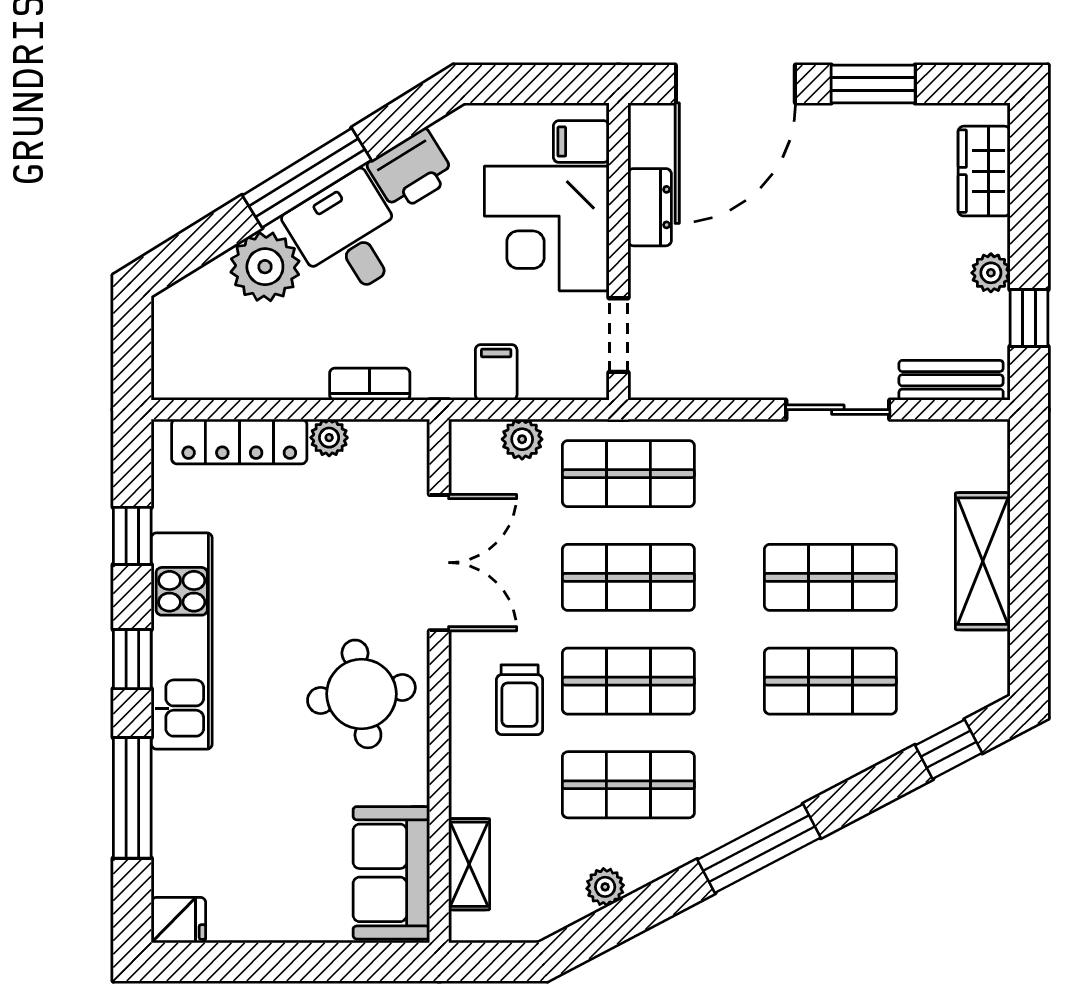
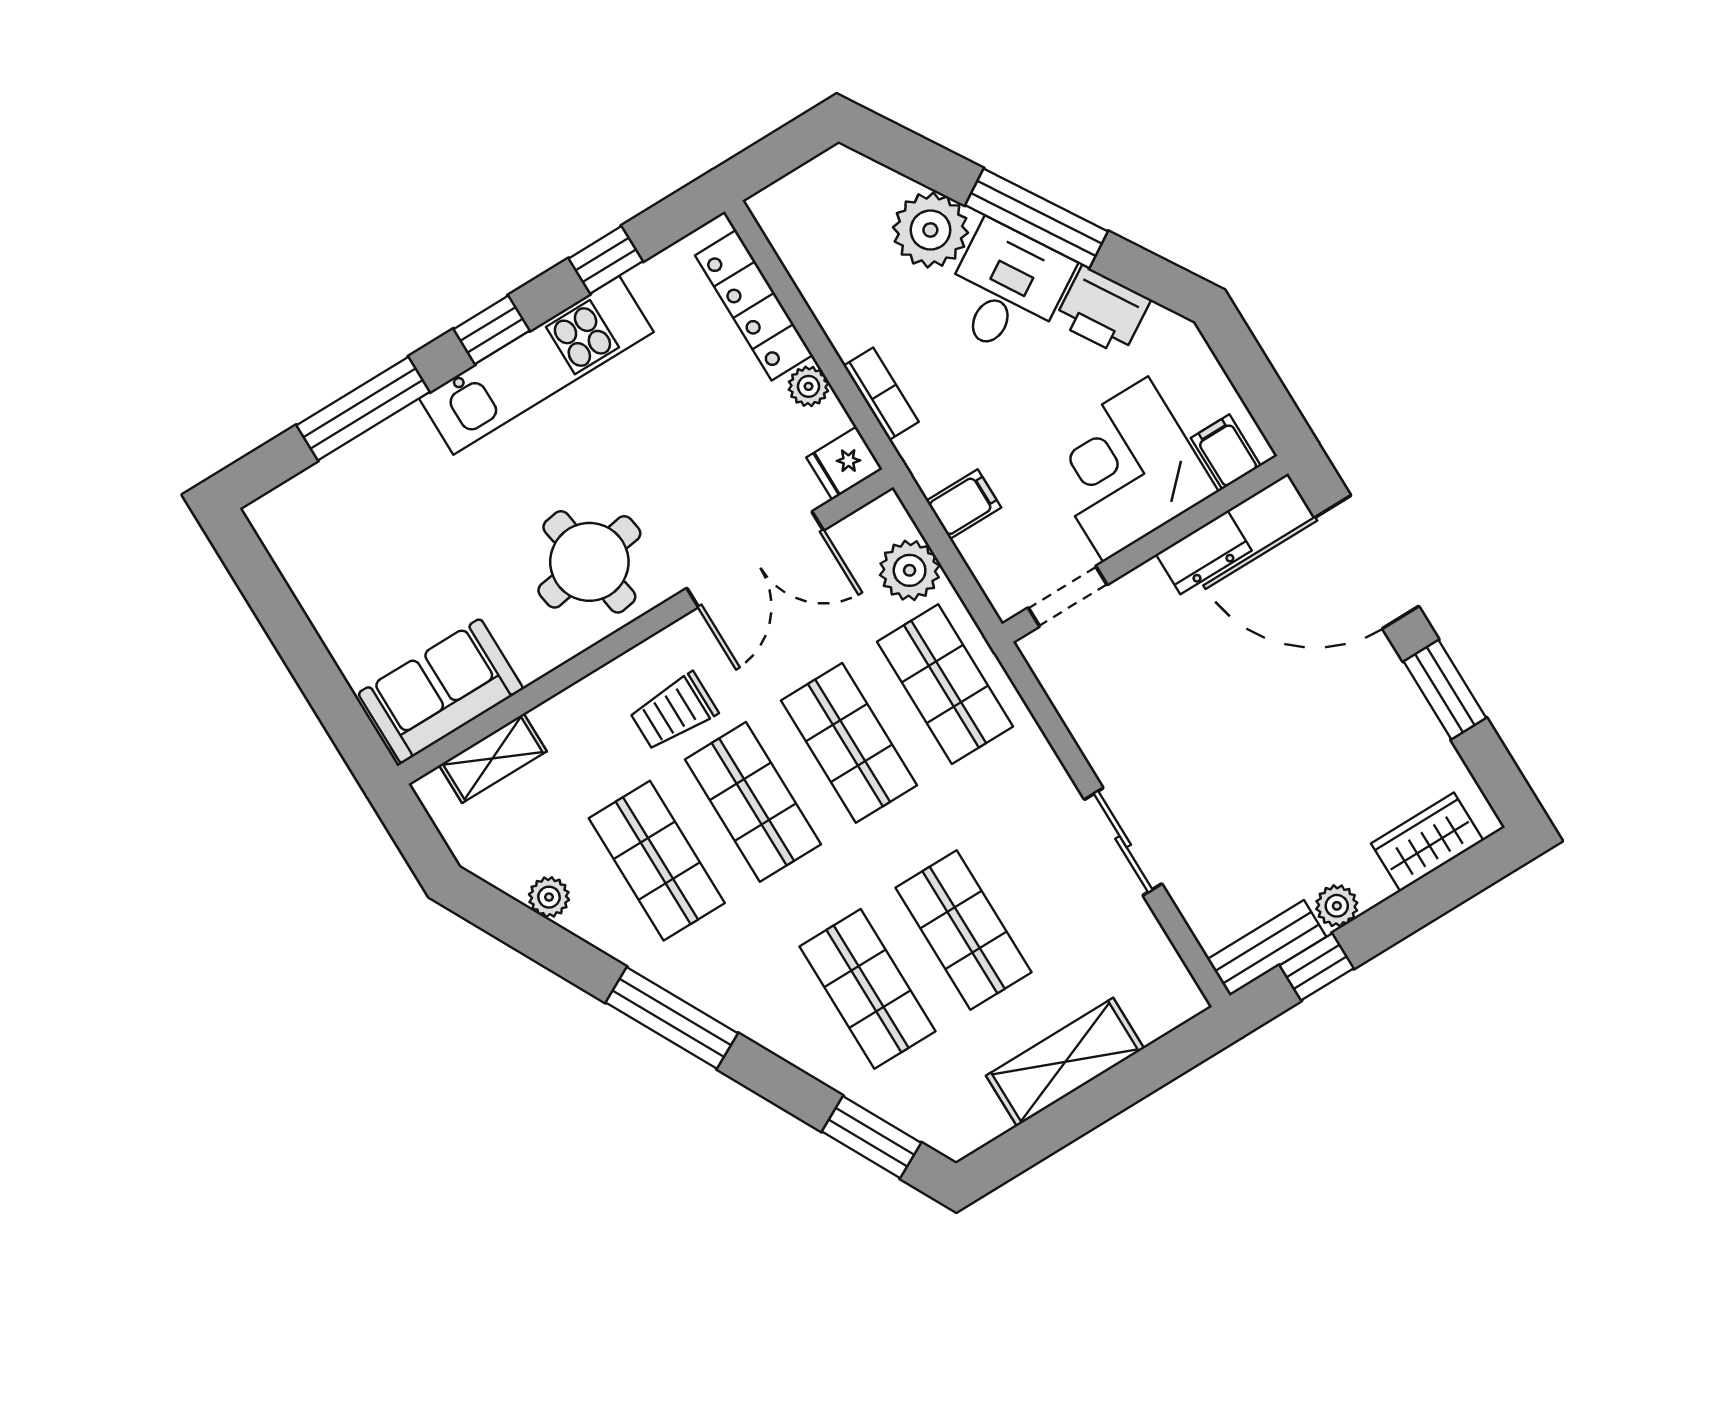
bench: (951, 380) -> (1267, 948), moved, turned 90
plant: (522, 439) -> (910, 570), width x1.38, depth x1.38
window: (949, 749) -> (872, 1137), width x1.50
fridge: (178, 920) -> (844, 463), moved, turned 90

